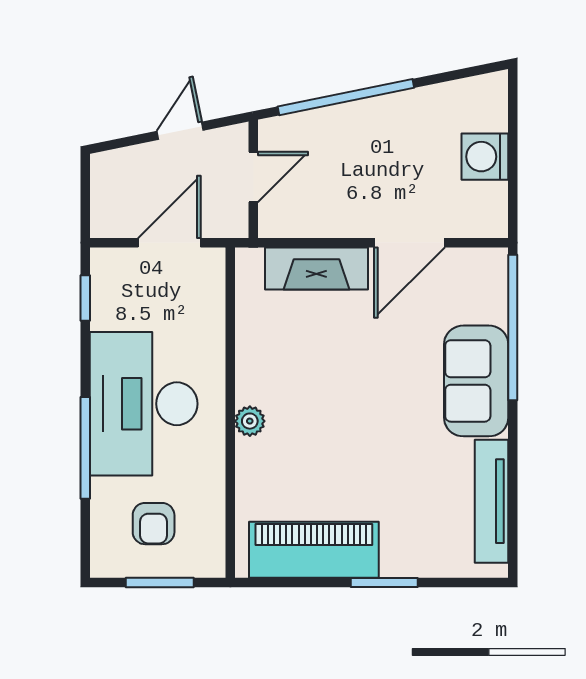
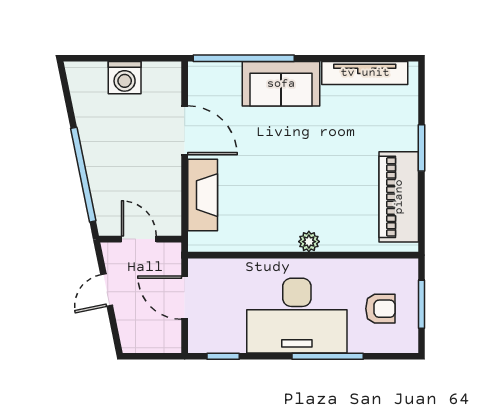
door: (180, 131) -> (107, 290), hinge flipped

